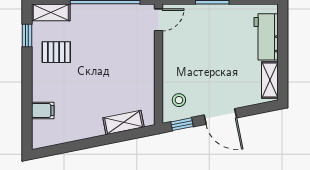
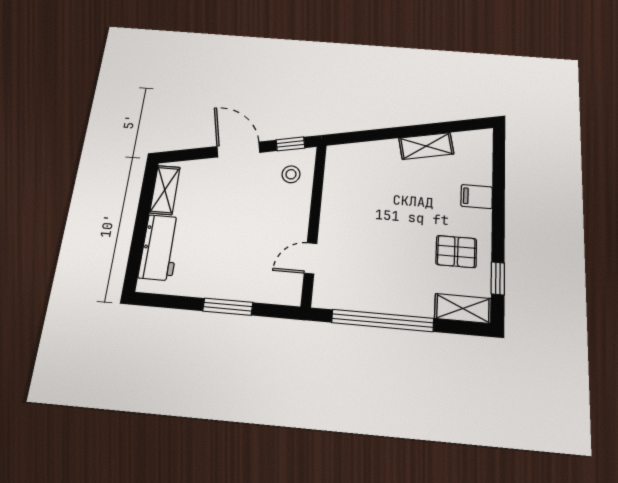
door: (159, 20) -> (310, 258), moved
filing cabinet: (43, 110) -> (477, 197), moved
shelving: (123, 122) -> (426, 146), moved

